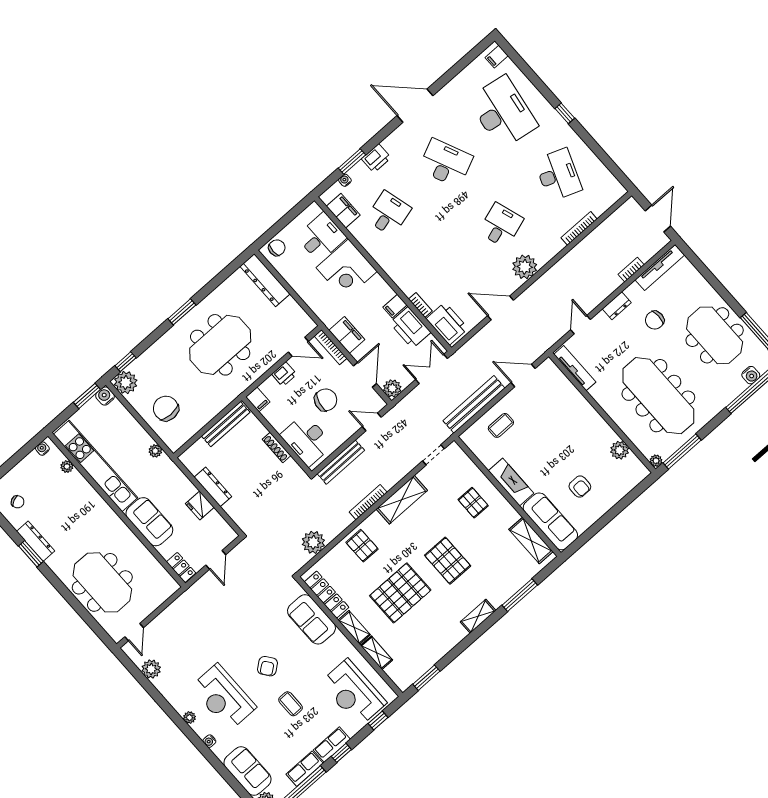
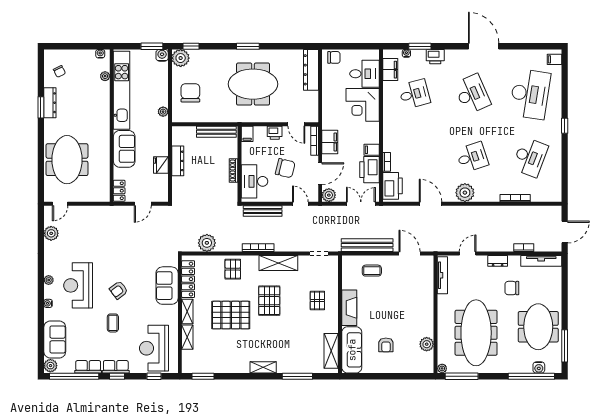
pallet: (448, 561) -> (269, 301), moved

